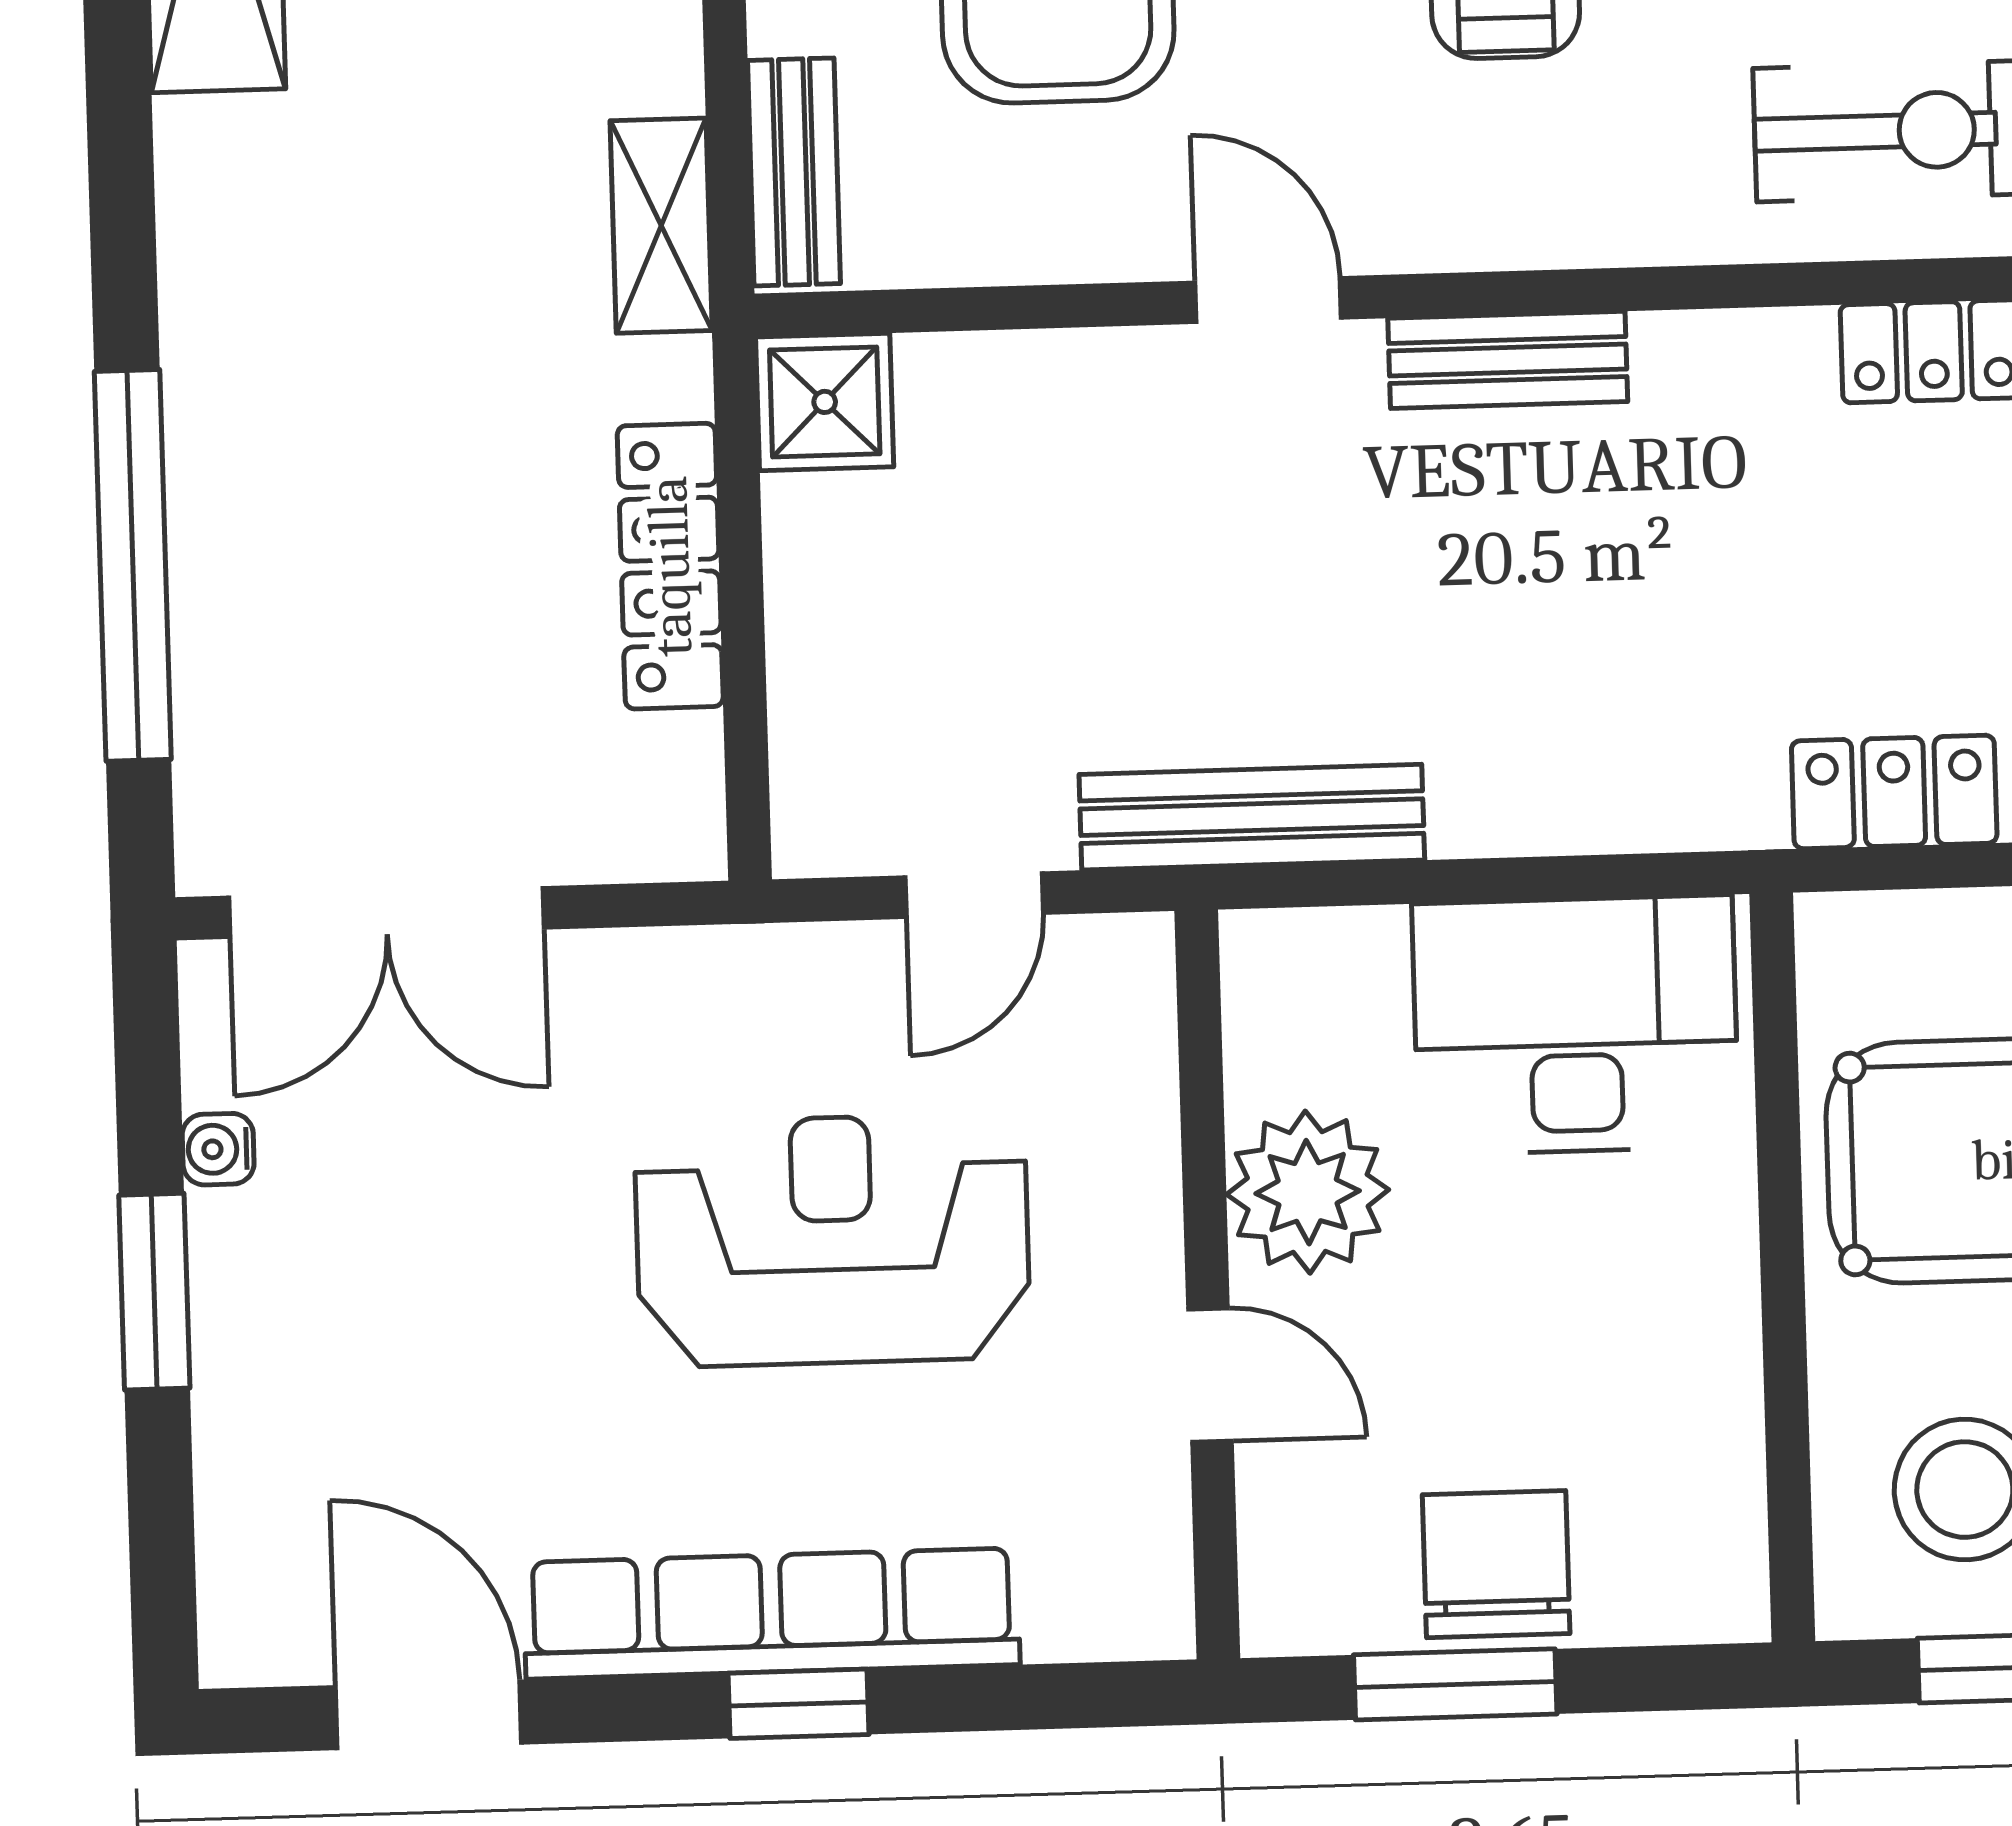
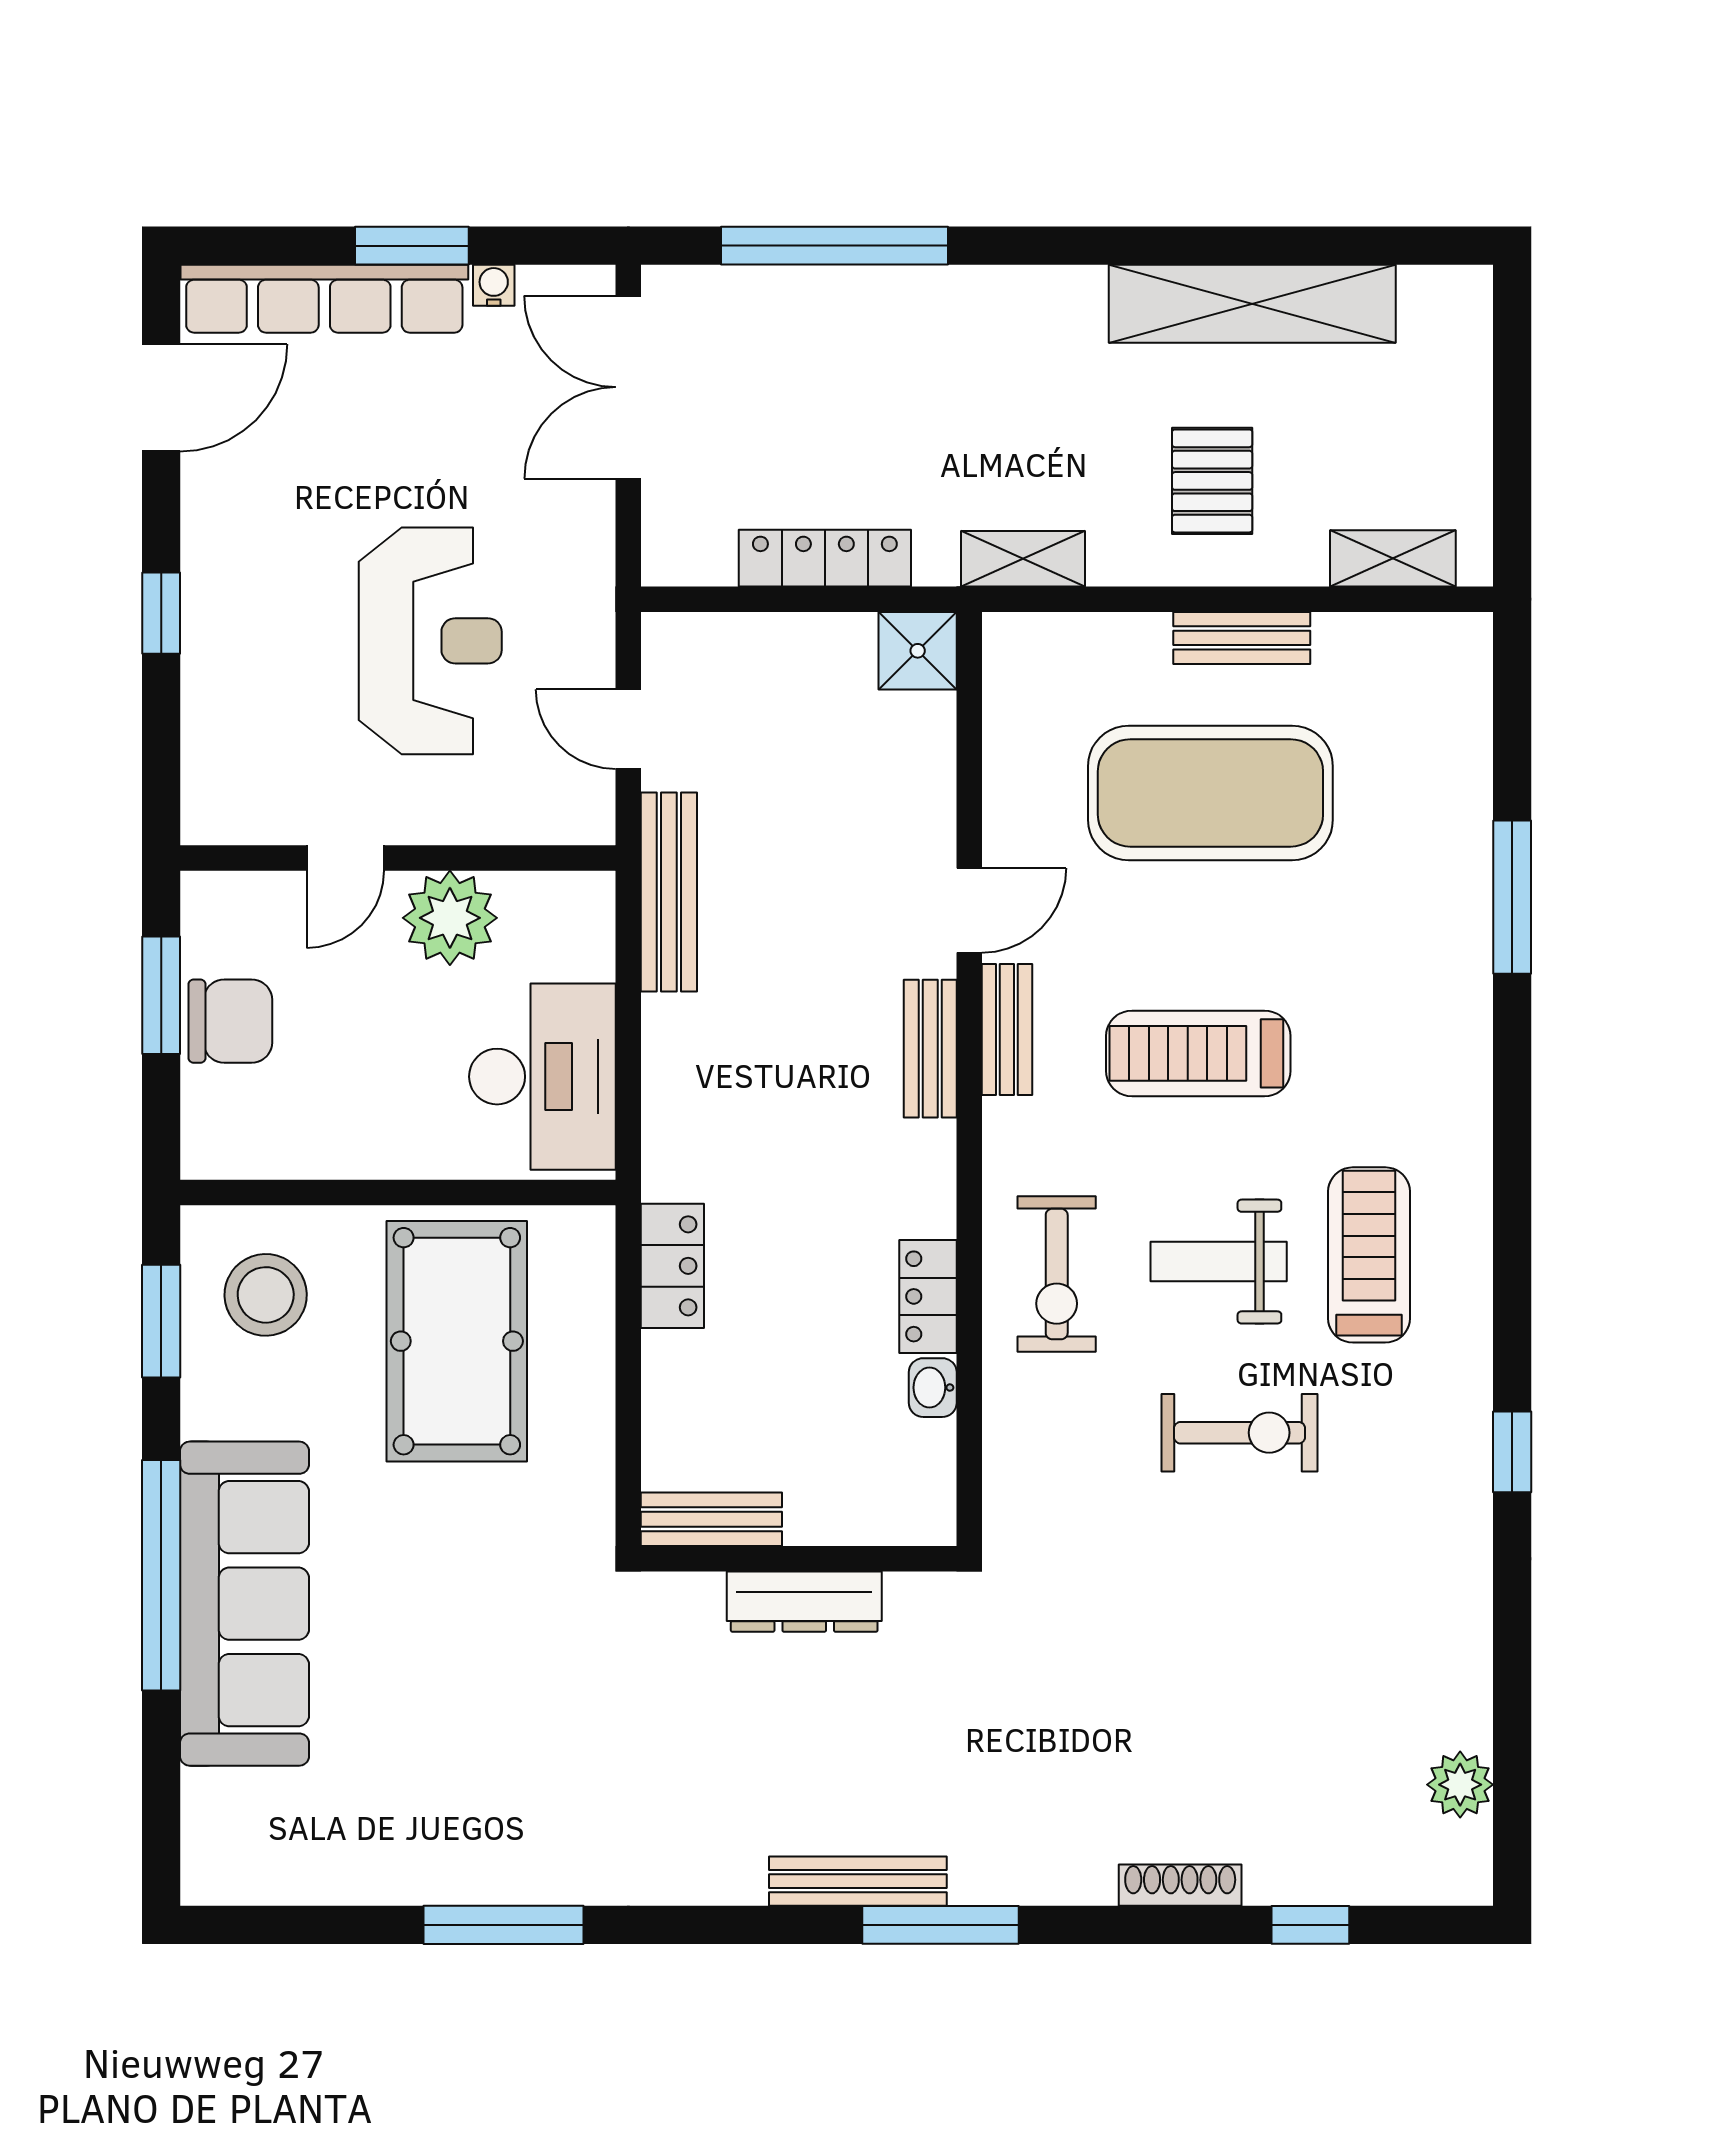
bench: (794, 172) -> (1007, 1030), moved, turned 90
row of seats: (771, 1613) -> (324, 299), moved, turned 90

